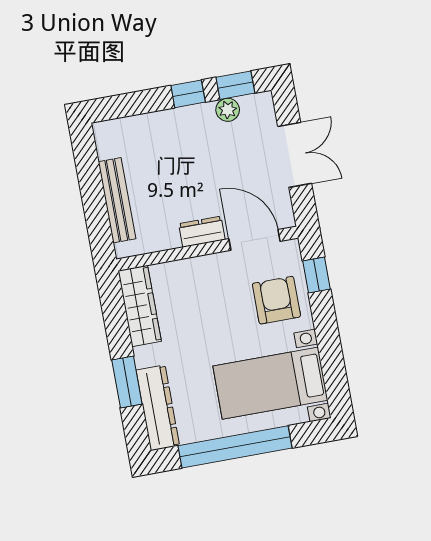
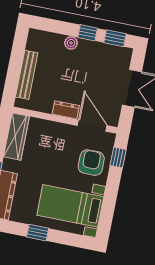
plant: (228, 110) -> (71, 43), moved
window: (235, 447) -> (38, 233), width x0.32

